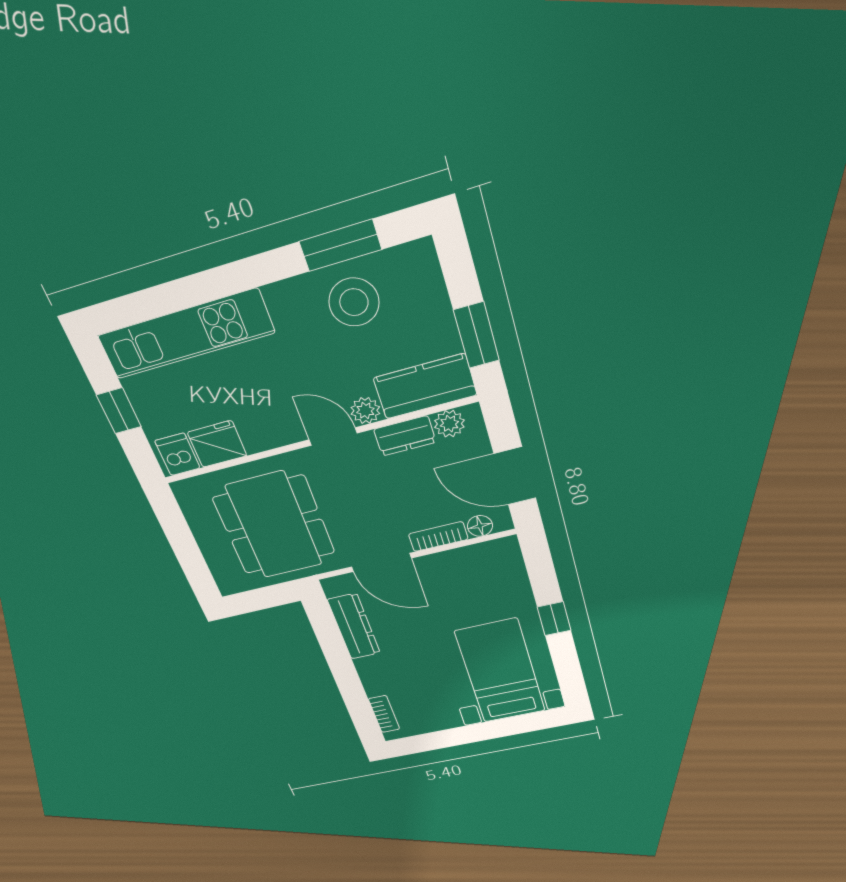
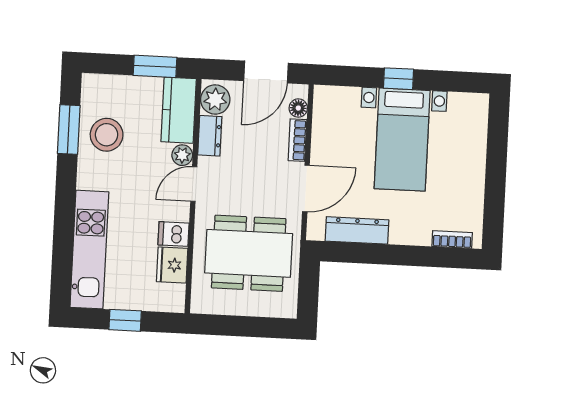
plant: (449, 424) -> (215, 100), width x1.38, depth x1.38
dishwasher: (177, 454) -> (174, 234), moved
bed with nightstands: (500, 671) -> (402, 140), moved, turned -90

